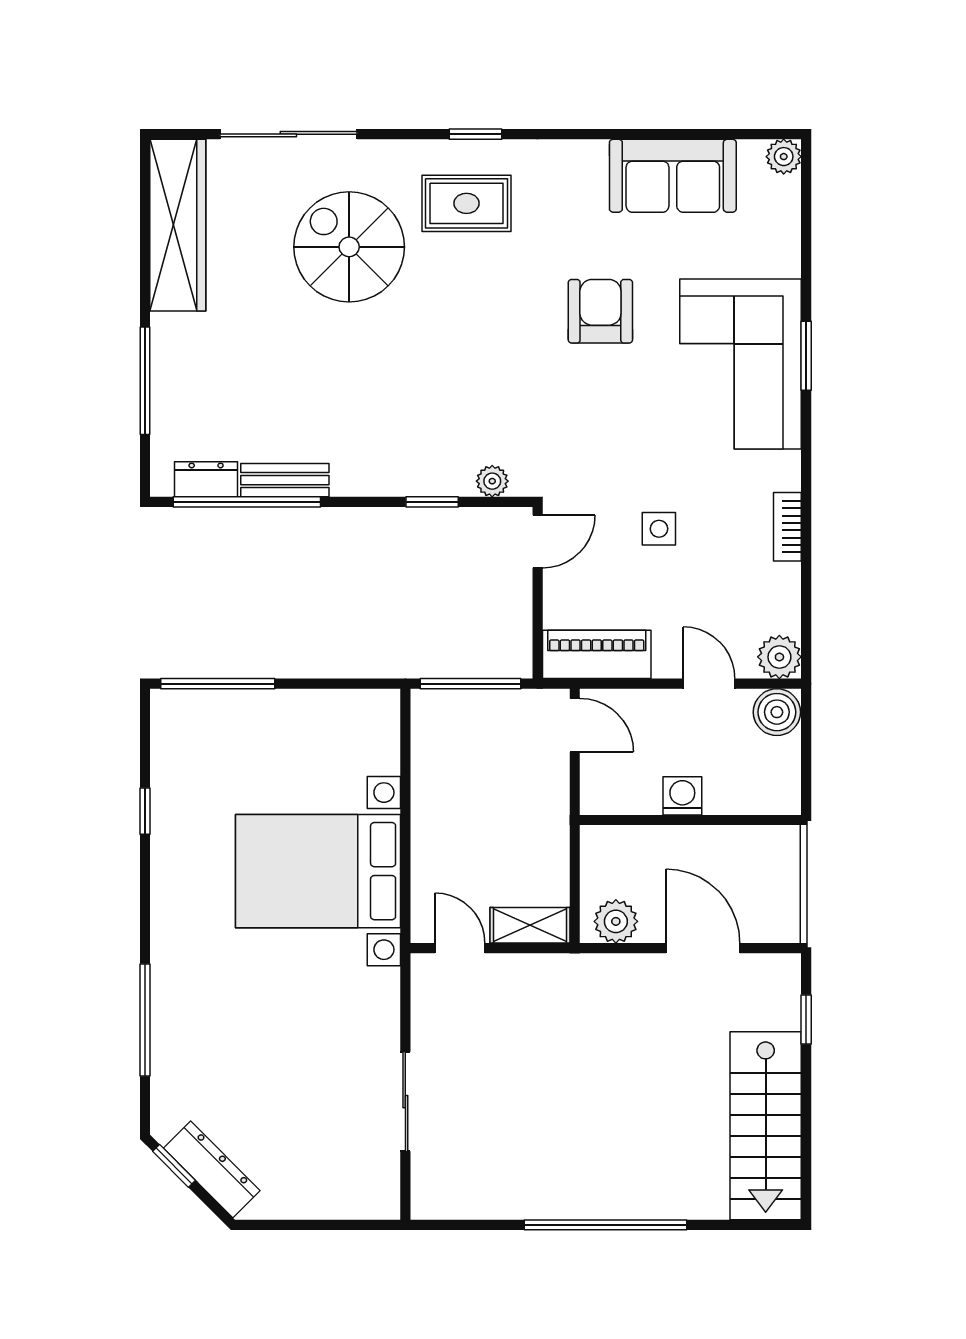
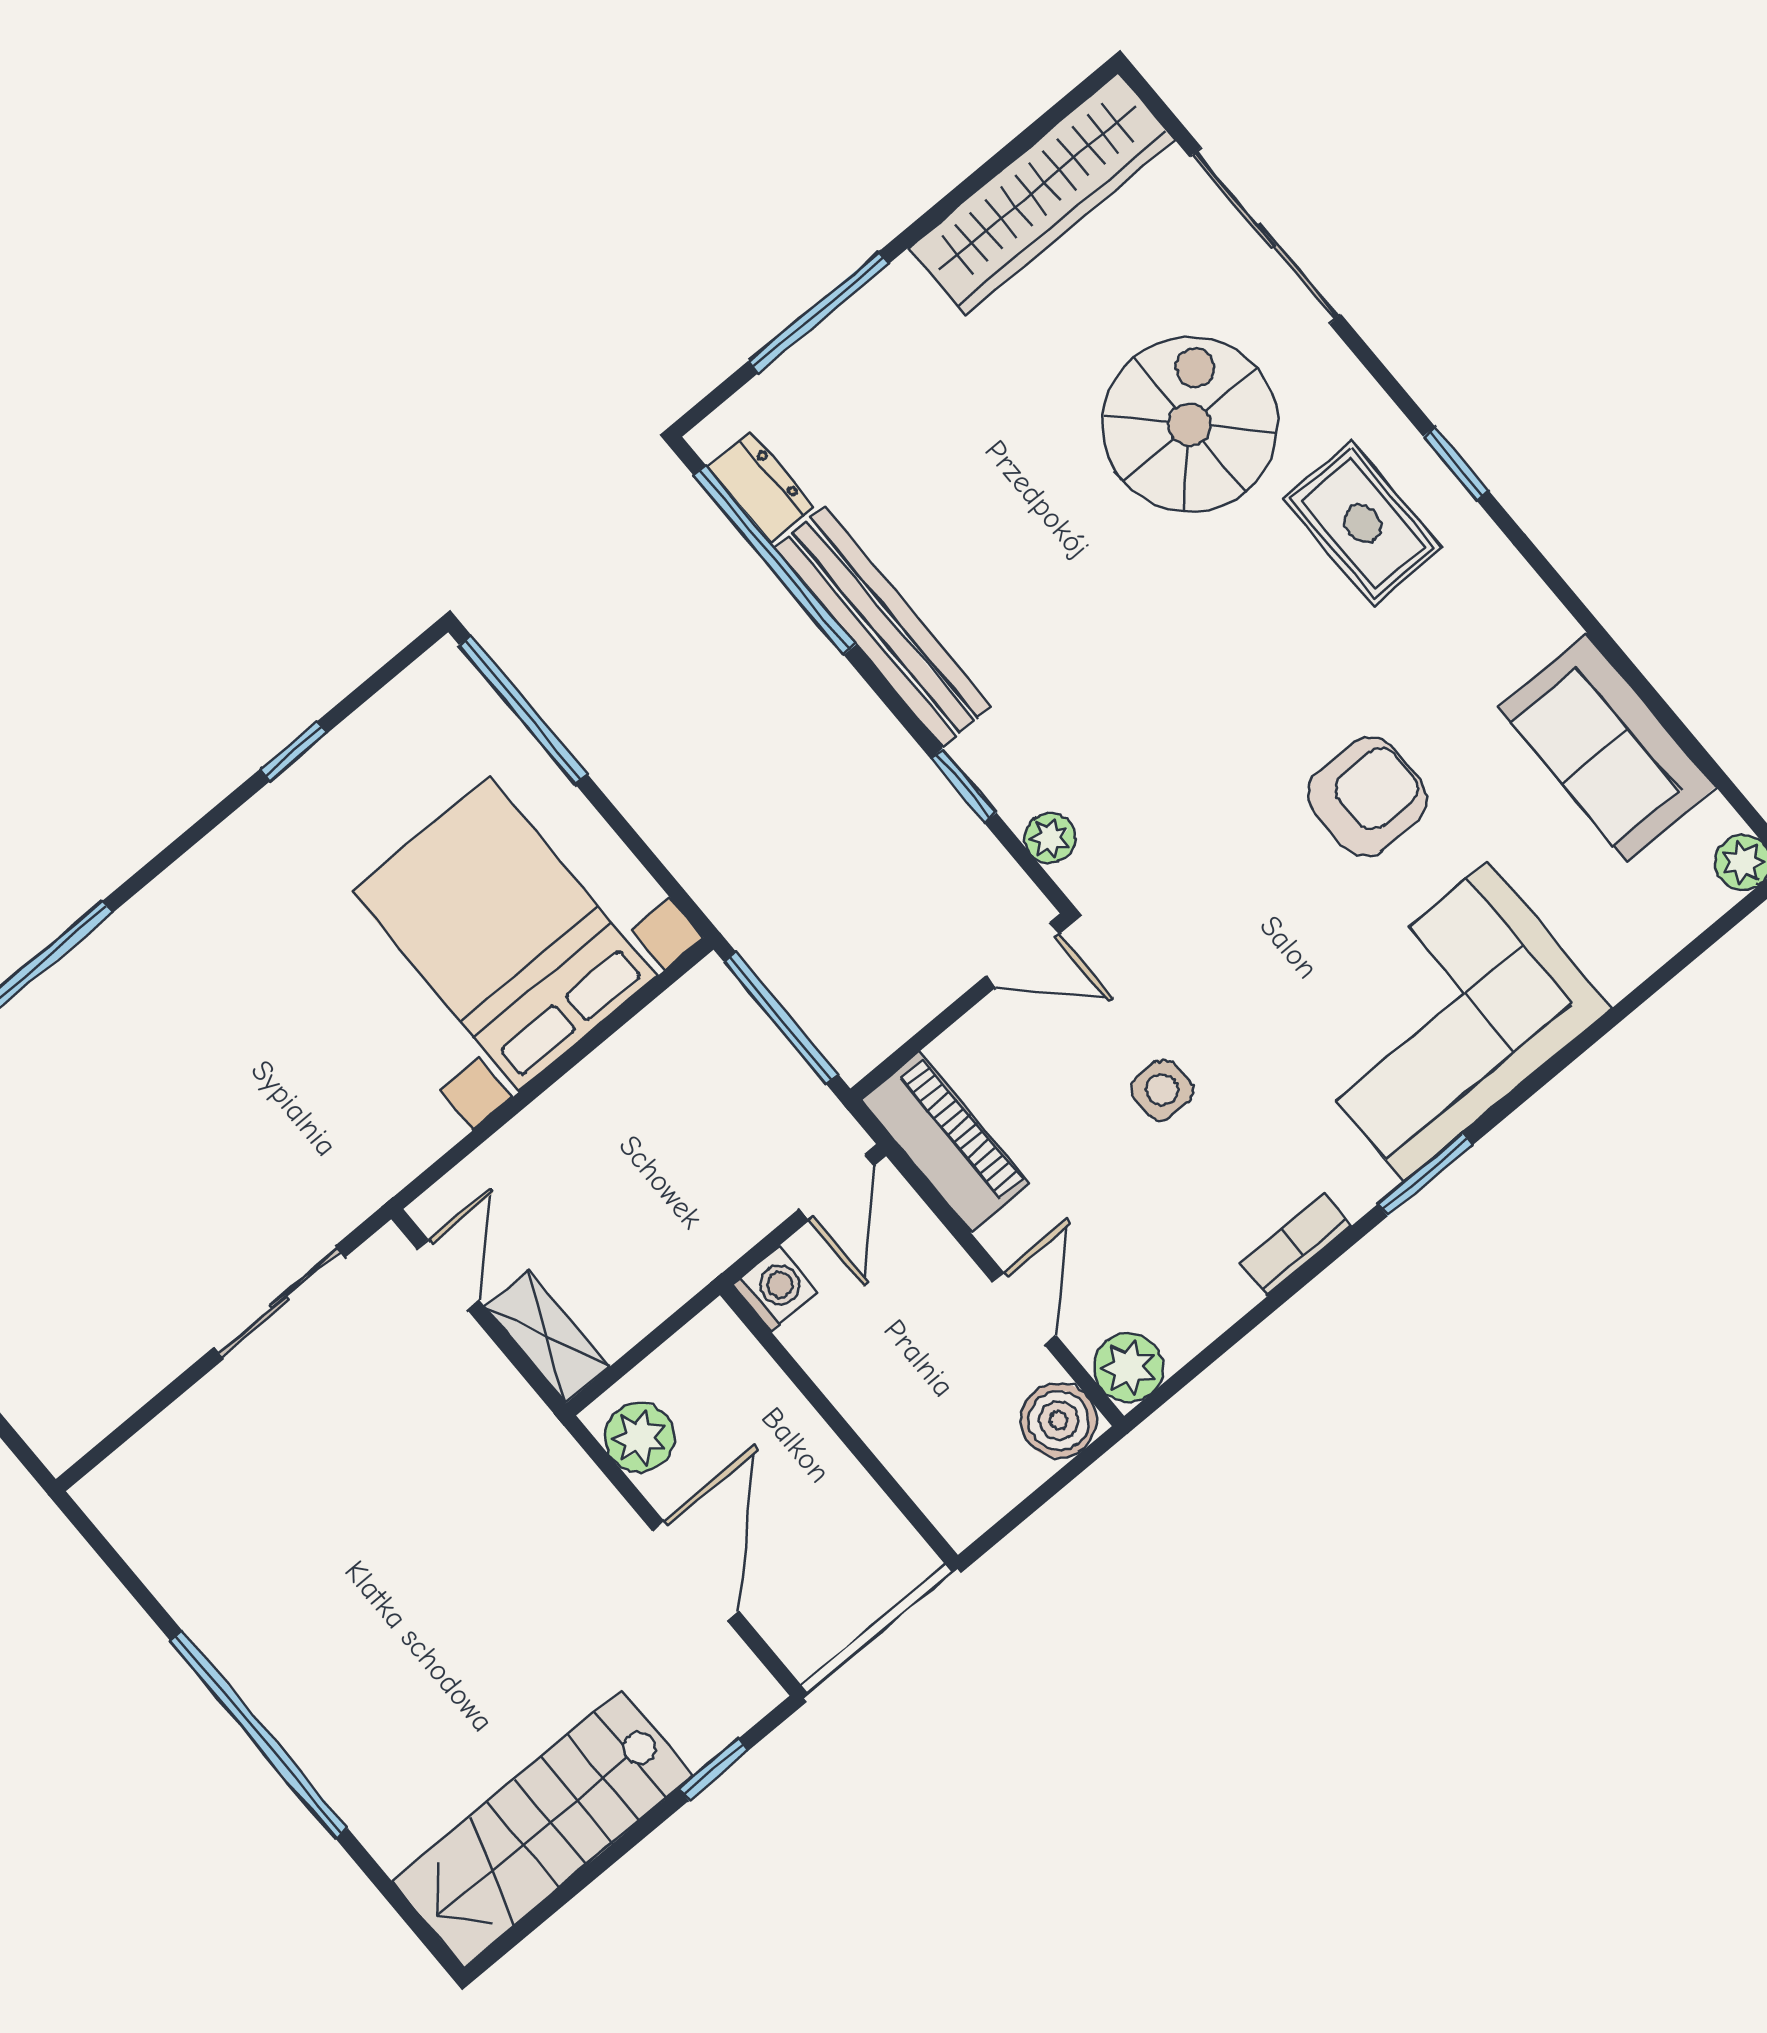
window: (806, 356) -> (1425, 1175), moved
bench: (285, 480) -> (883, 627), width x1.86, depth x1.21
washing machine: (682, 796) -> (775, 1289), moved
bed with nightstands: (318, 871) -> (504, 934), moved
sliding door: (405, 1102) -> (279, 1302), moved

